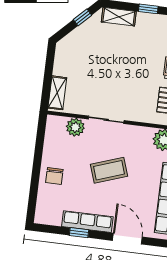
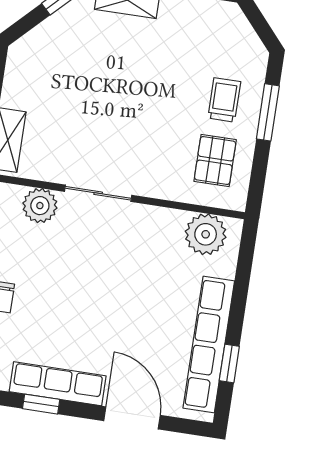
coffee table: (109, 170) -> (101, 288), removed

